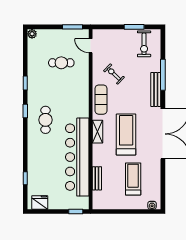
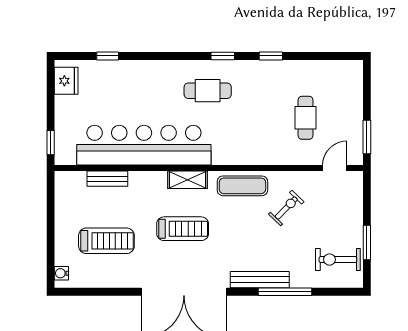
plant: (32, 34) -> (355, 68), removed
treadmill: (126, 134) -> (183, 229), width x0.73, depth x0.73

